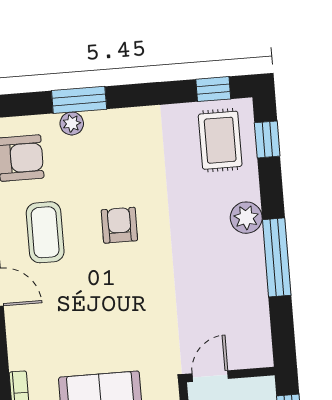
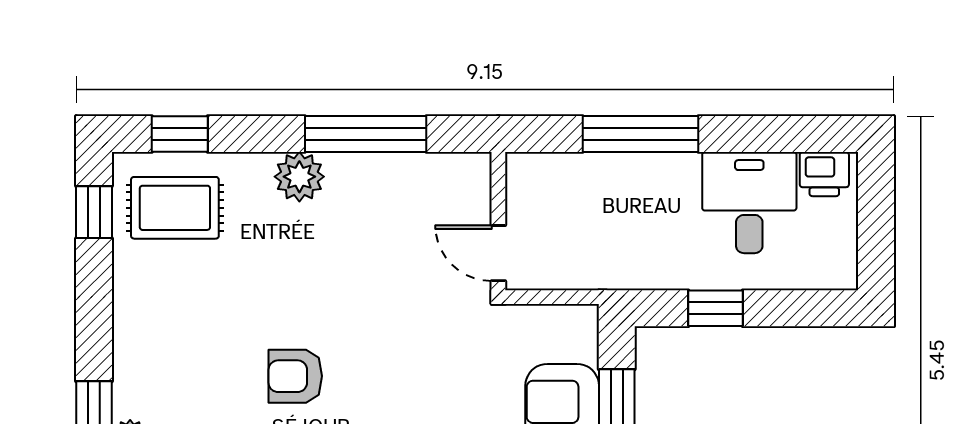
wall: (230, 375) -> (498, 221), moved
door: (210, 376) -> (498, 253), moved

